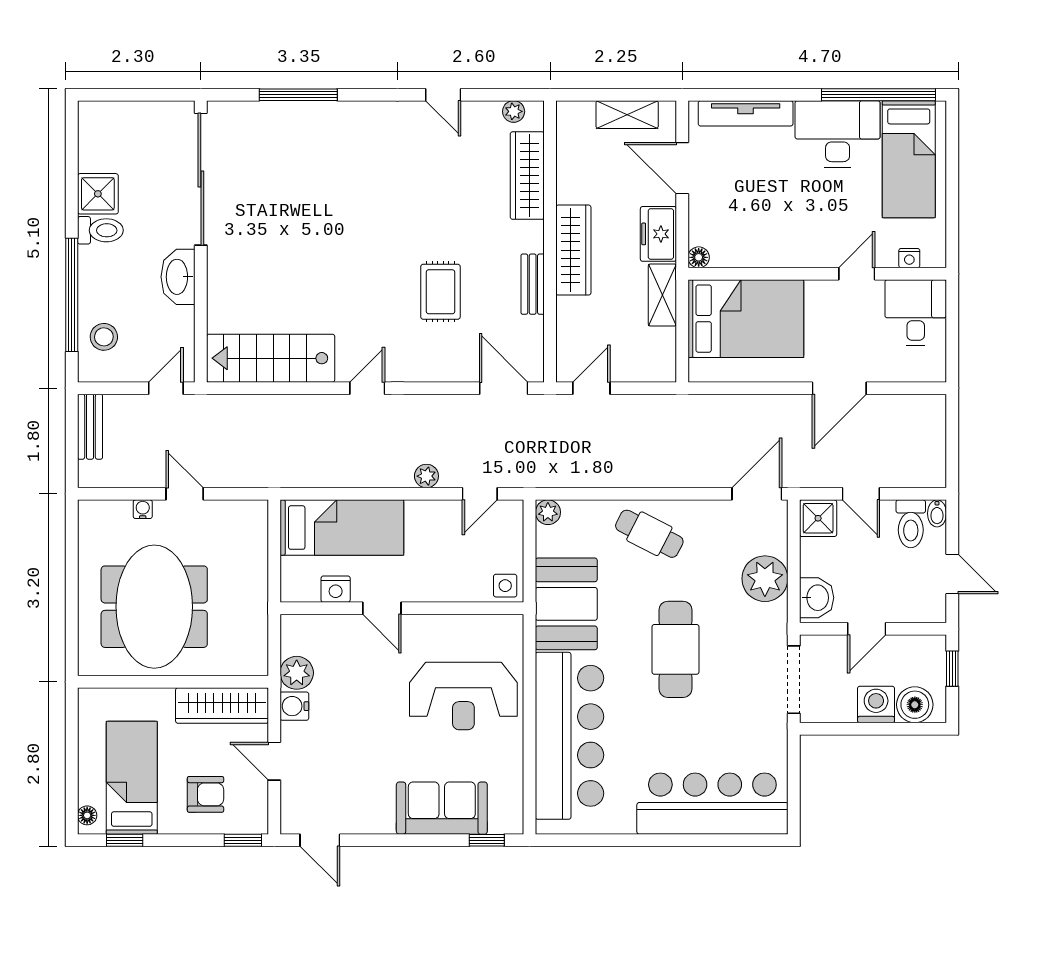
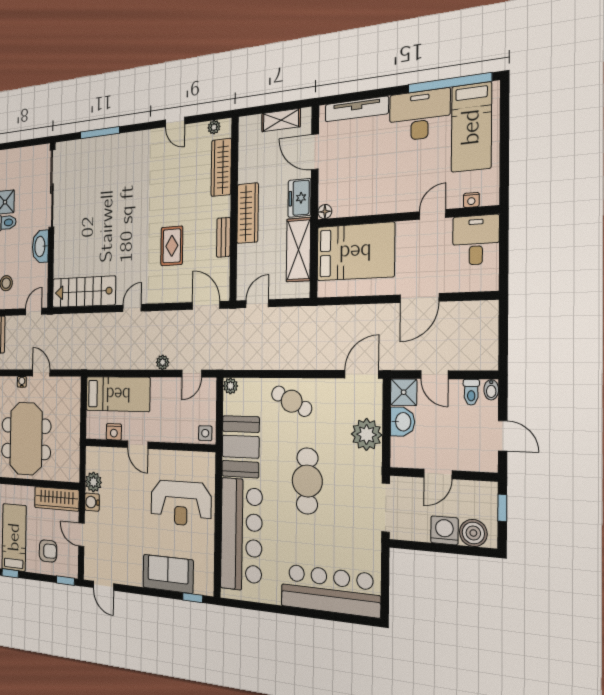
shelving: (662, 295) -> (298, 250), width x1.50, depth x1.33
toilet: (911, 524) -> (471, 392), width x0.73, depth x0.72
washbasin: (817, 598) -> (402, 422), moved

